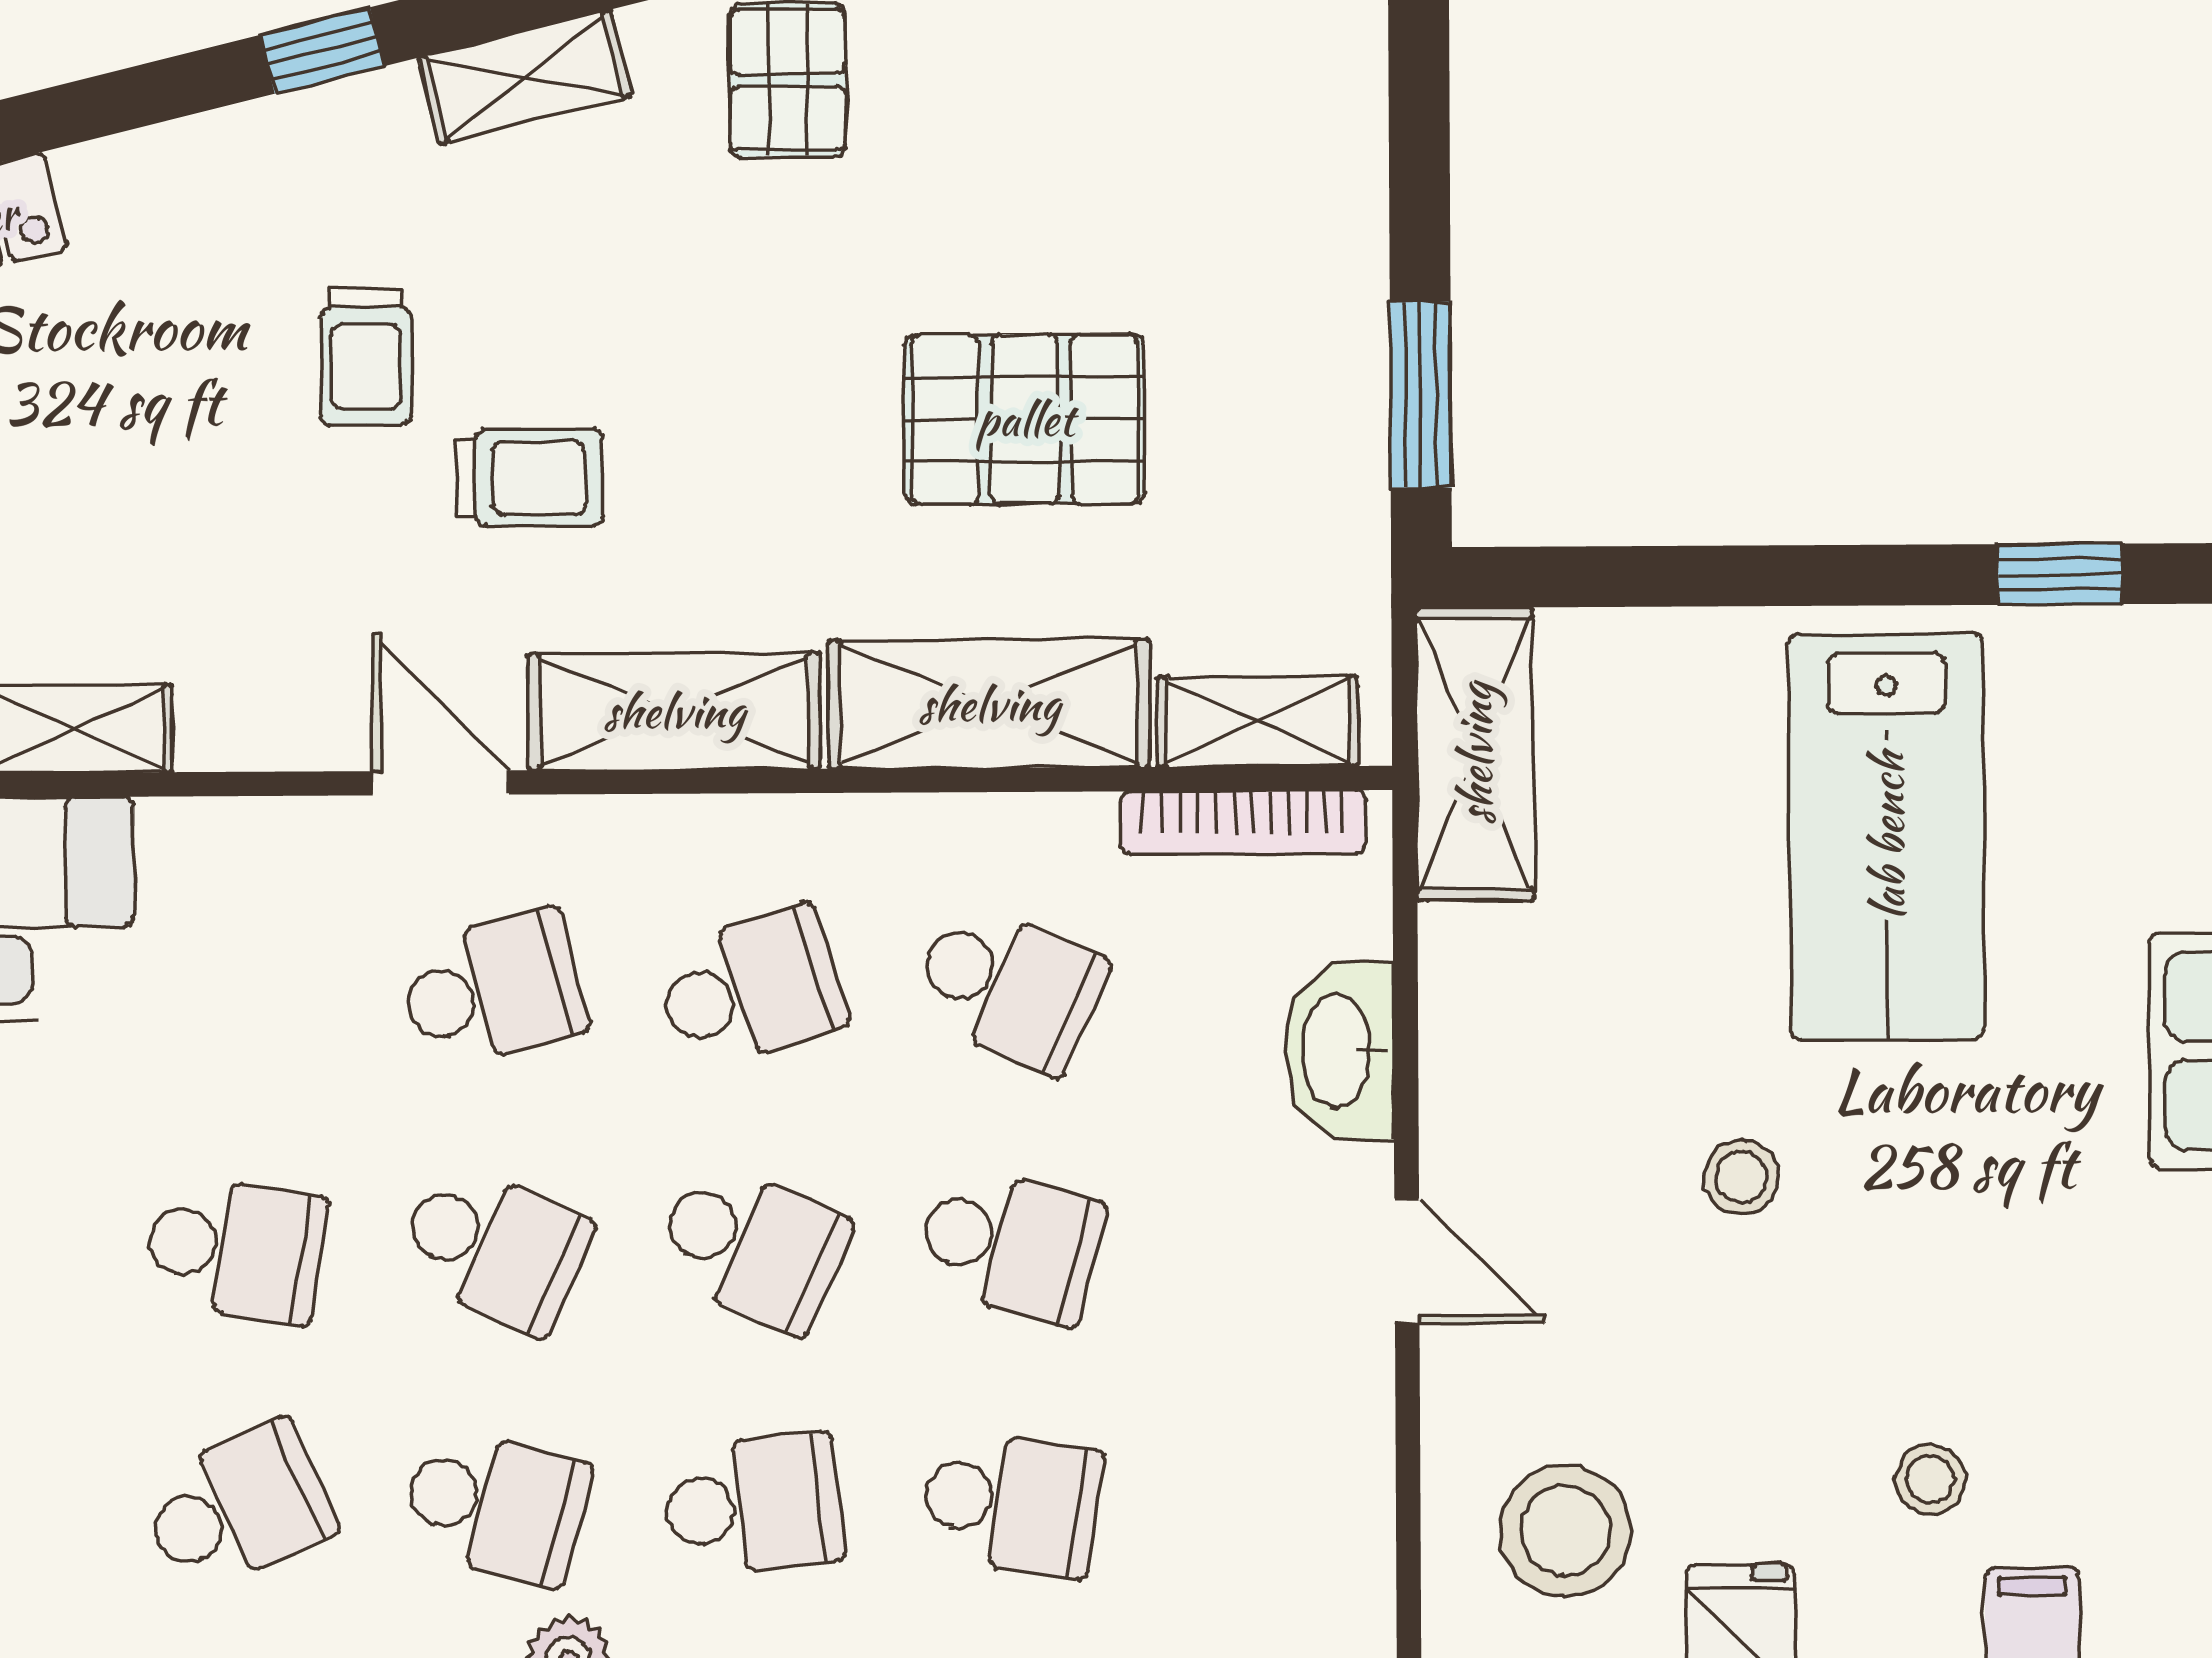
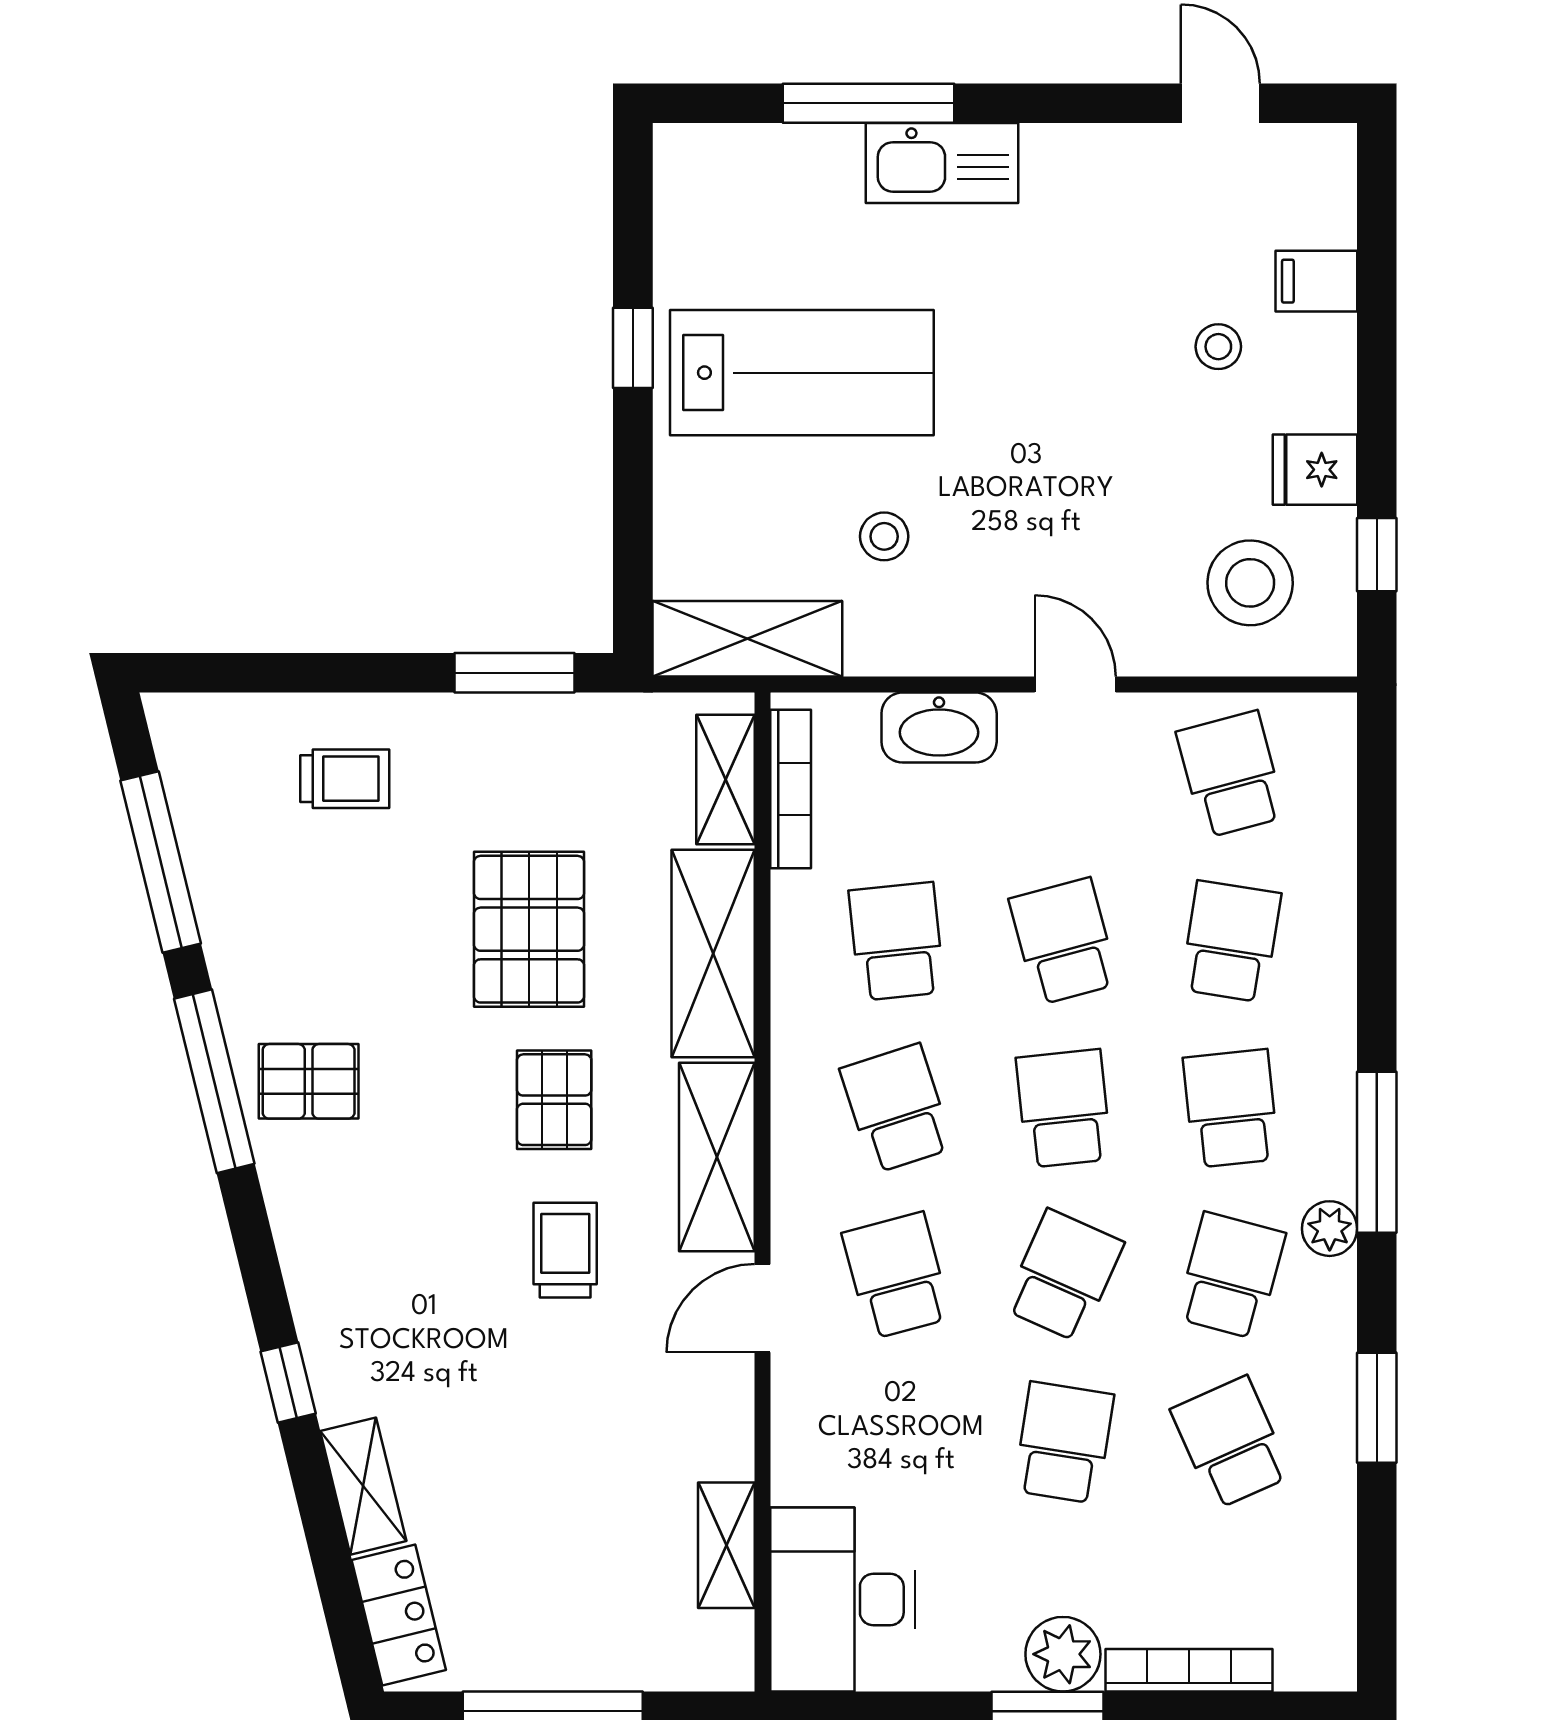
shelving: (525, 77) -> (363, 1486), moved
trolley: (366, 357) -> (345, 779), moved
pallet: (761, 459) -> (554, 1100), added
window: (2060, 574) -> (633, 348), moved
school desk: (1009, 987) -> (897, 941), turned -30
stool: (1741, 1177) -> (884, 536), moved
school desk: (1010, 1245) -> (1064, 941), turned -30
school desk: (752, 1247) -> (1064, 1108), turned -30
door: (1407, 1261) -> (1075, 685), hinge flipped
school desk: (1270, 1502) -> (1231, 774), added

